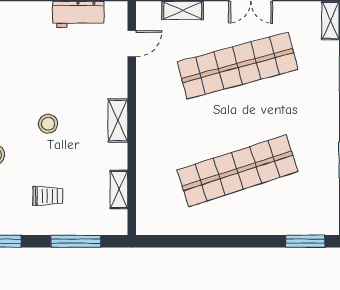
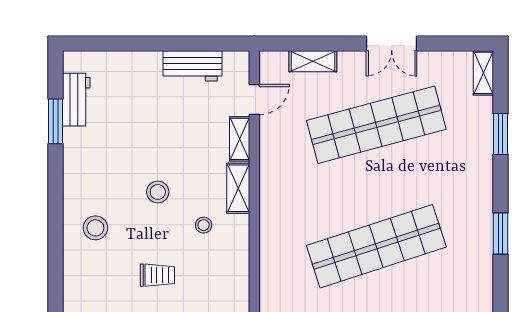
stool: (88, 152) -> (204, 225), added
shelving: (119, 189) -> (240, 139), moved

